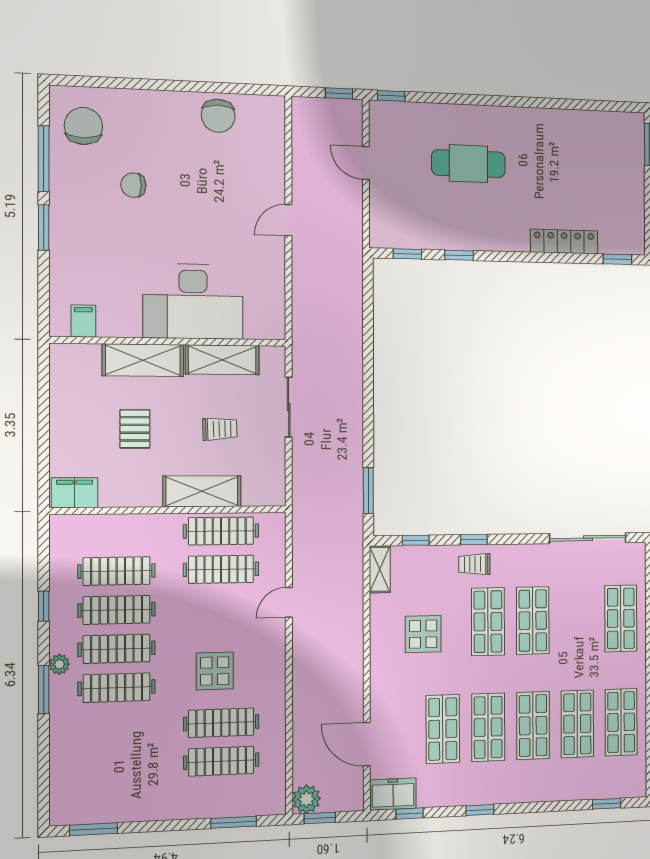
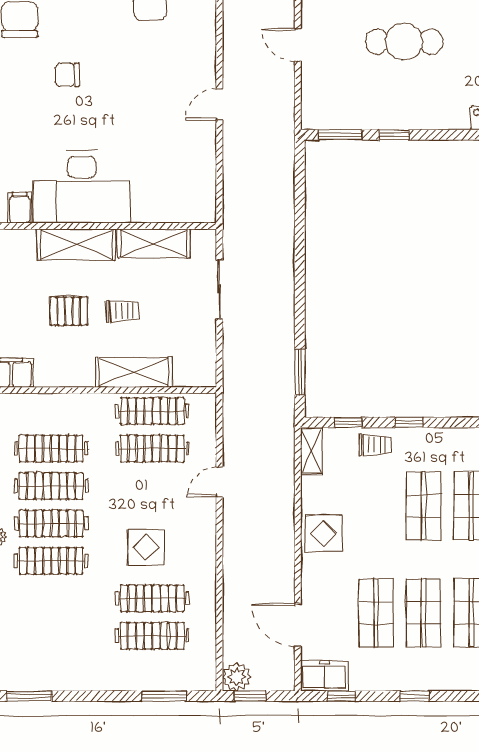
window: (407, 254) -> (340, 135), width x1.50
desk: (193, 301) -> (82, 187), moved
pallet: (135, 429) -> (69, 311), turned 90
trolley: (220, 429) -> (122, 311), moved
trolley: (474, 564) -> (375, 445), moved, turned 180
display table: (423, 634) -> (323, 533), moved

